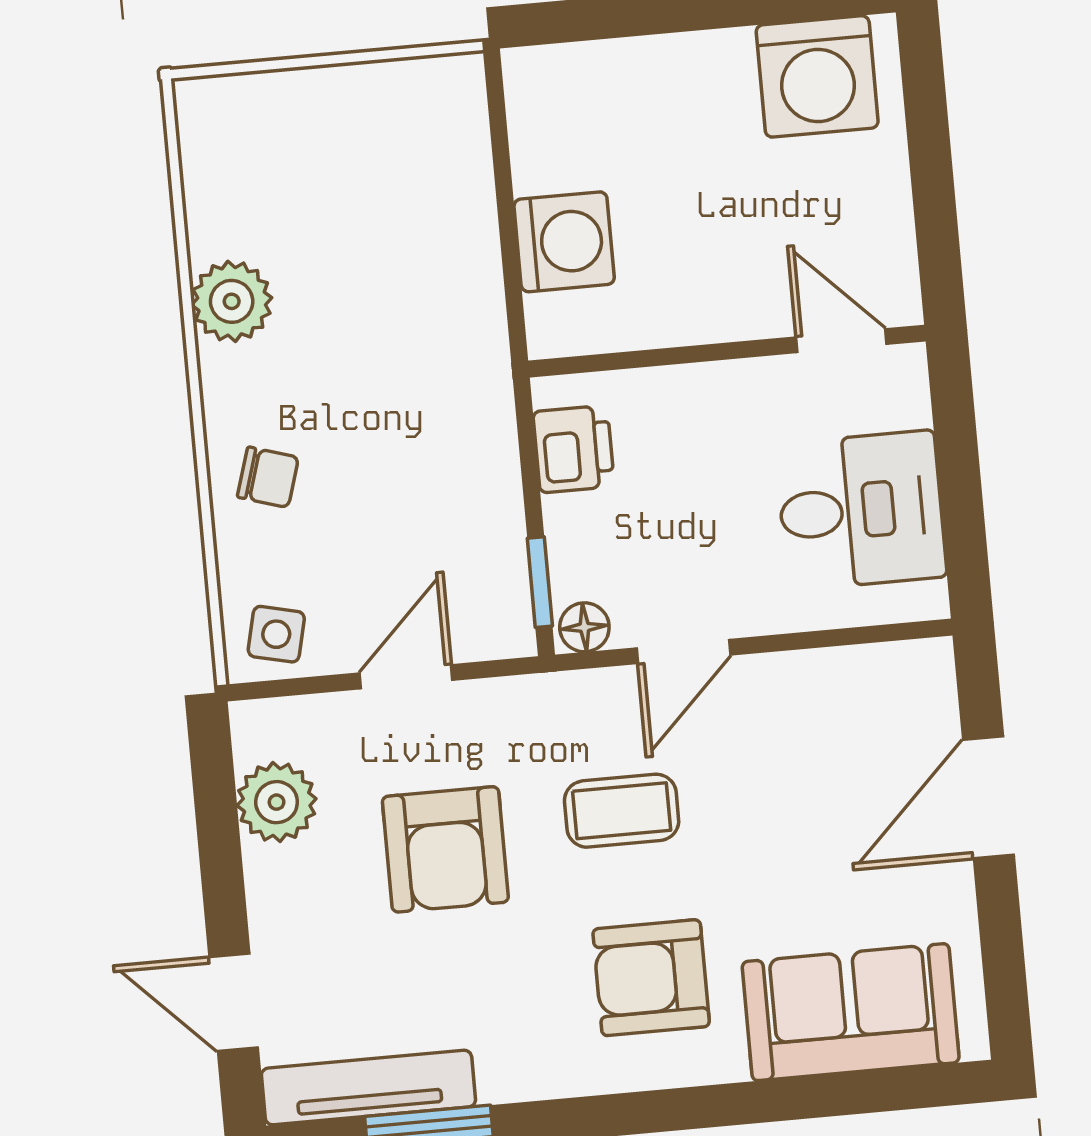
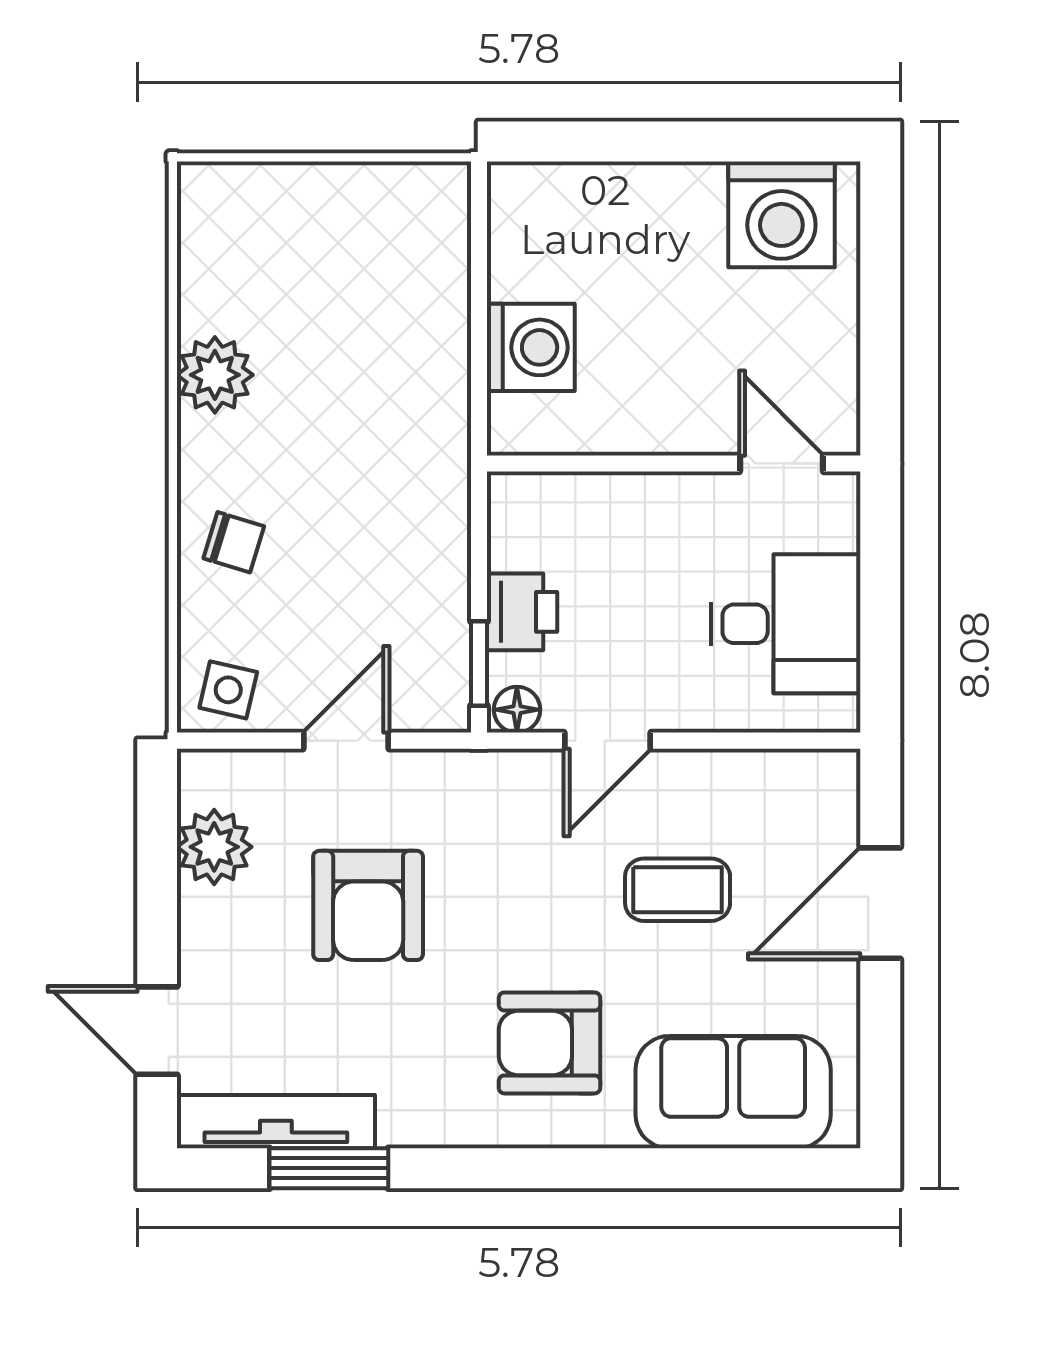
printer: (574, 449) -> (522, 612), moved
coffee table: (622, 811) -> (678, 890), moved

